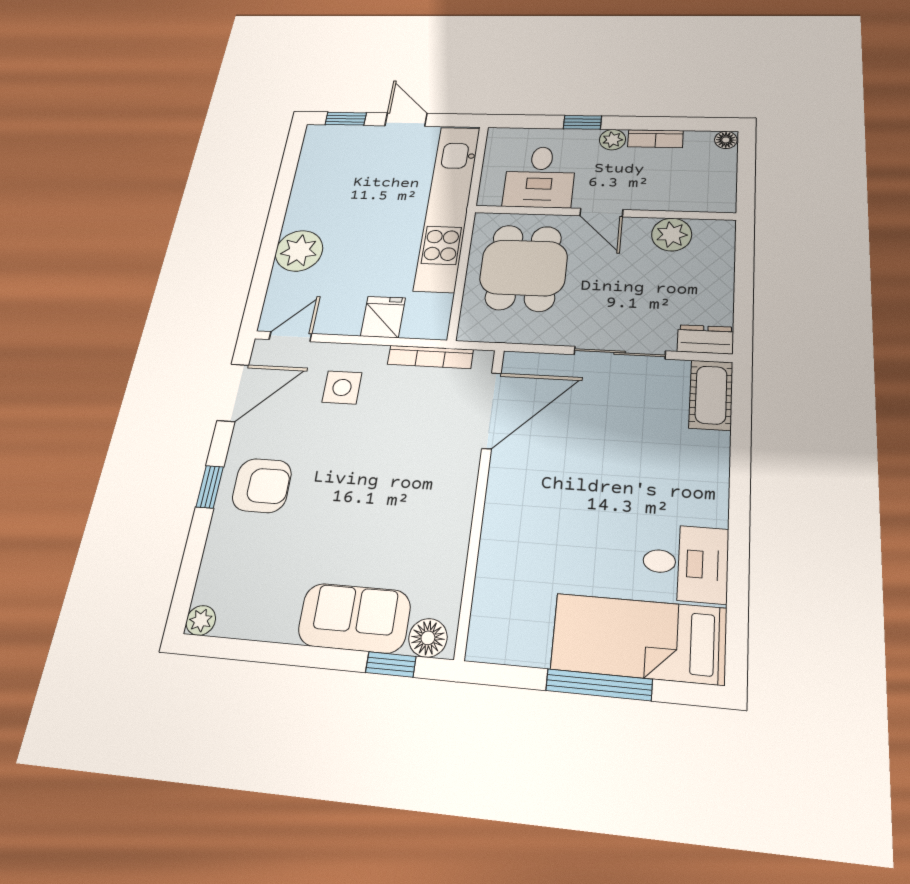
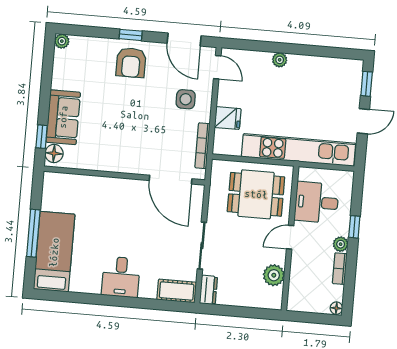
plant: (299, 251) -> (280, 60), width x0.53, depth x0.53
desk: (685, 563) -> (121, 277), moved

